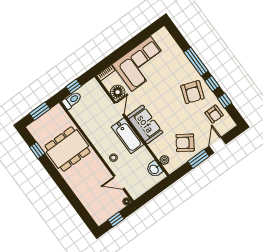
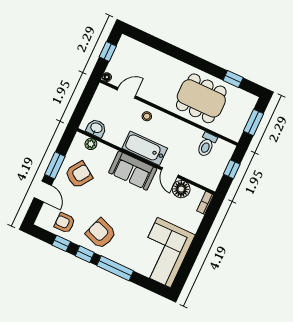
corner sofa: (141, 64) -> (164, 253), moved
toilet: (72, 100) -> (207, 145), moved
dining table: (67, 149) -> (201, 98), turned 90

